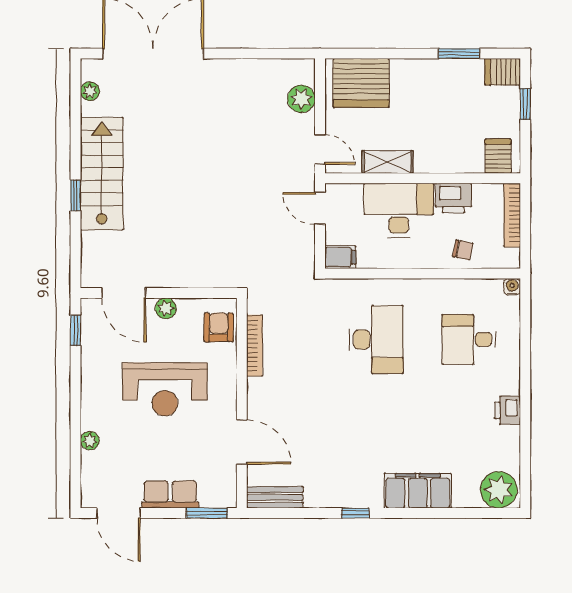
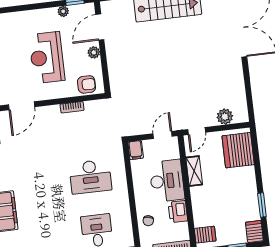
bookcase: (255, 346) -> (72, 107), width x0.64
plant: (90, 441) -> (63, 11), moved

